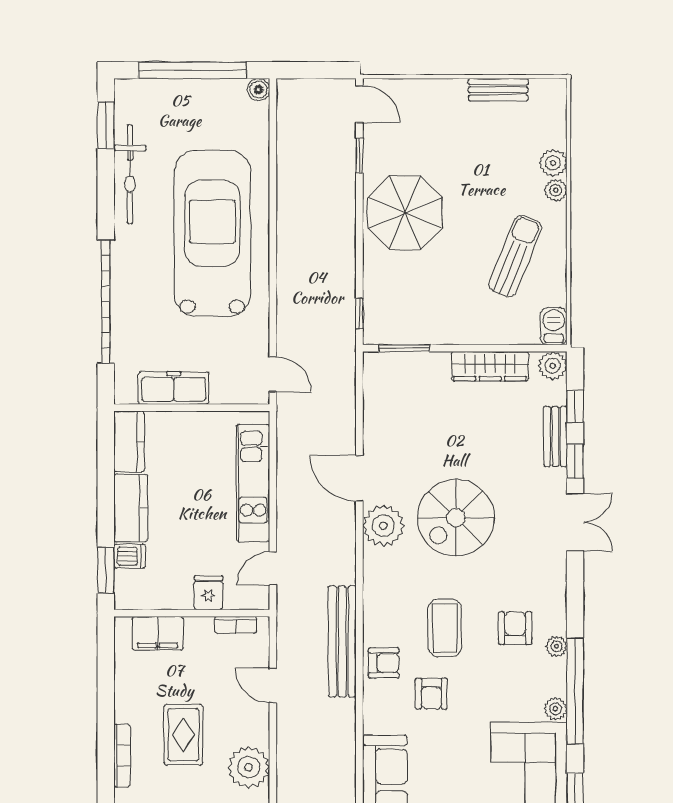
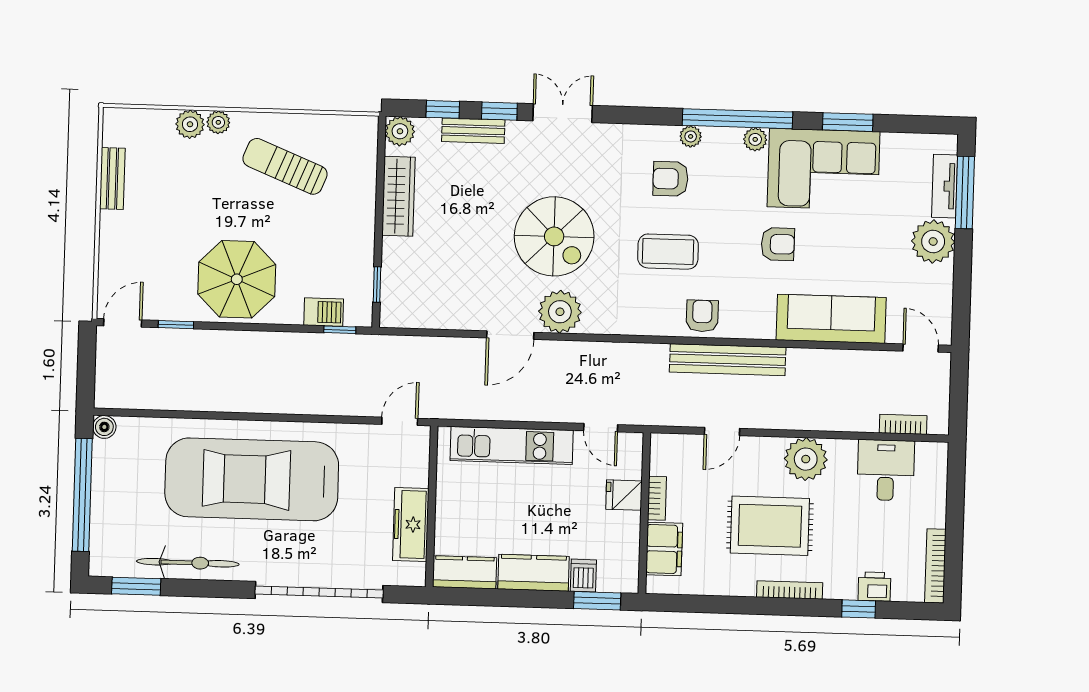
barbecue: (554, 326) -> (324, 312), moved, turned 180
window: (404, 348) -> (377, 284), width x0.67
bookcase: (236, 625) -> (657, 498), moved
bench: (342, 641) -> (728, 360), moved
armchair: (431, 694) -> (778, 244), moved
rug: (183, 735) -> (770, 526), width x1.36, depth x1.43

